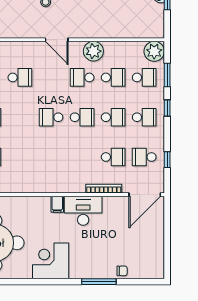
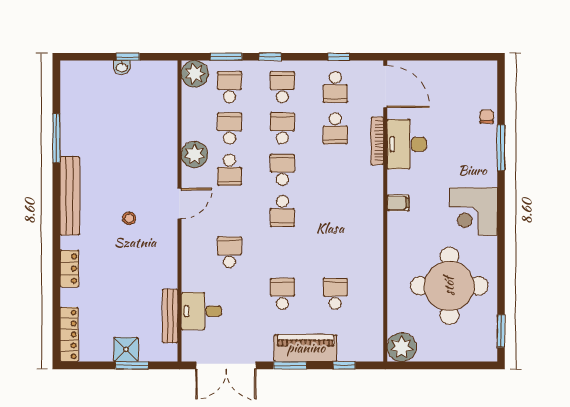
school desk: (113, 157) -> (335, 128), turned 180
desk: (83, 211) -> (407, 144), moved

